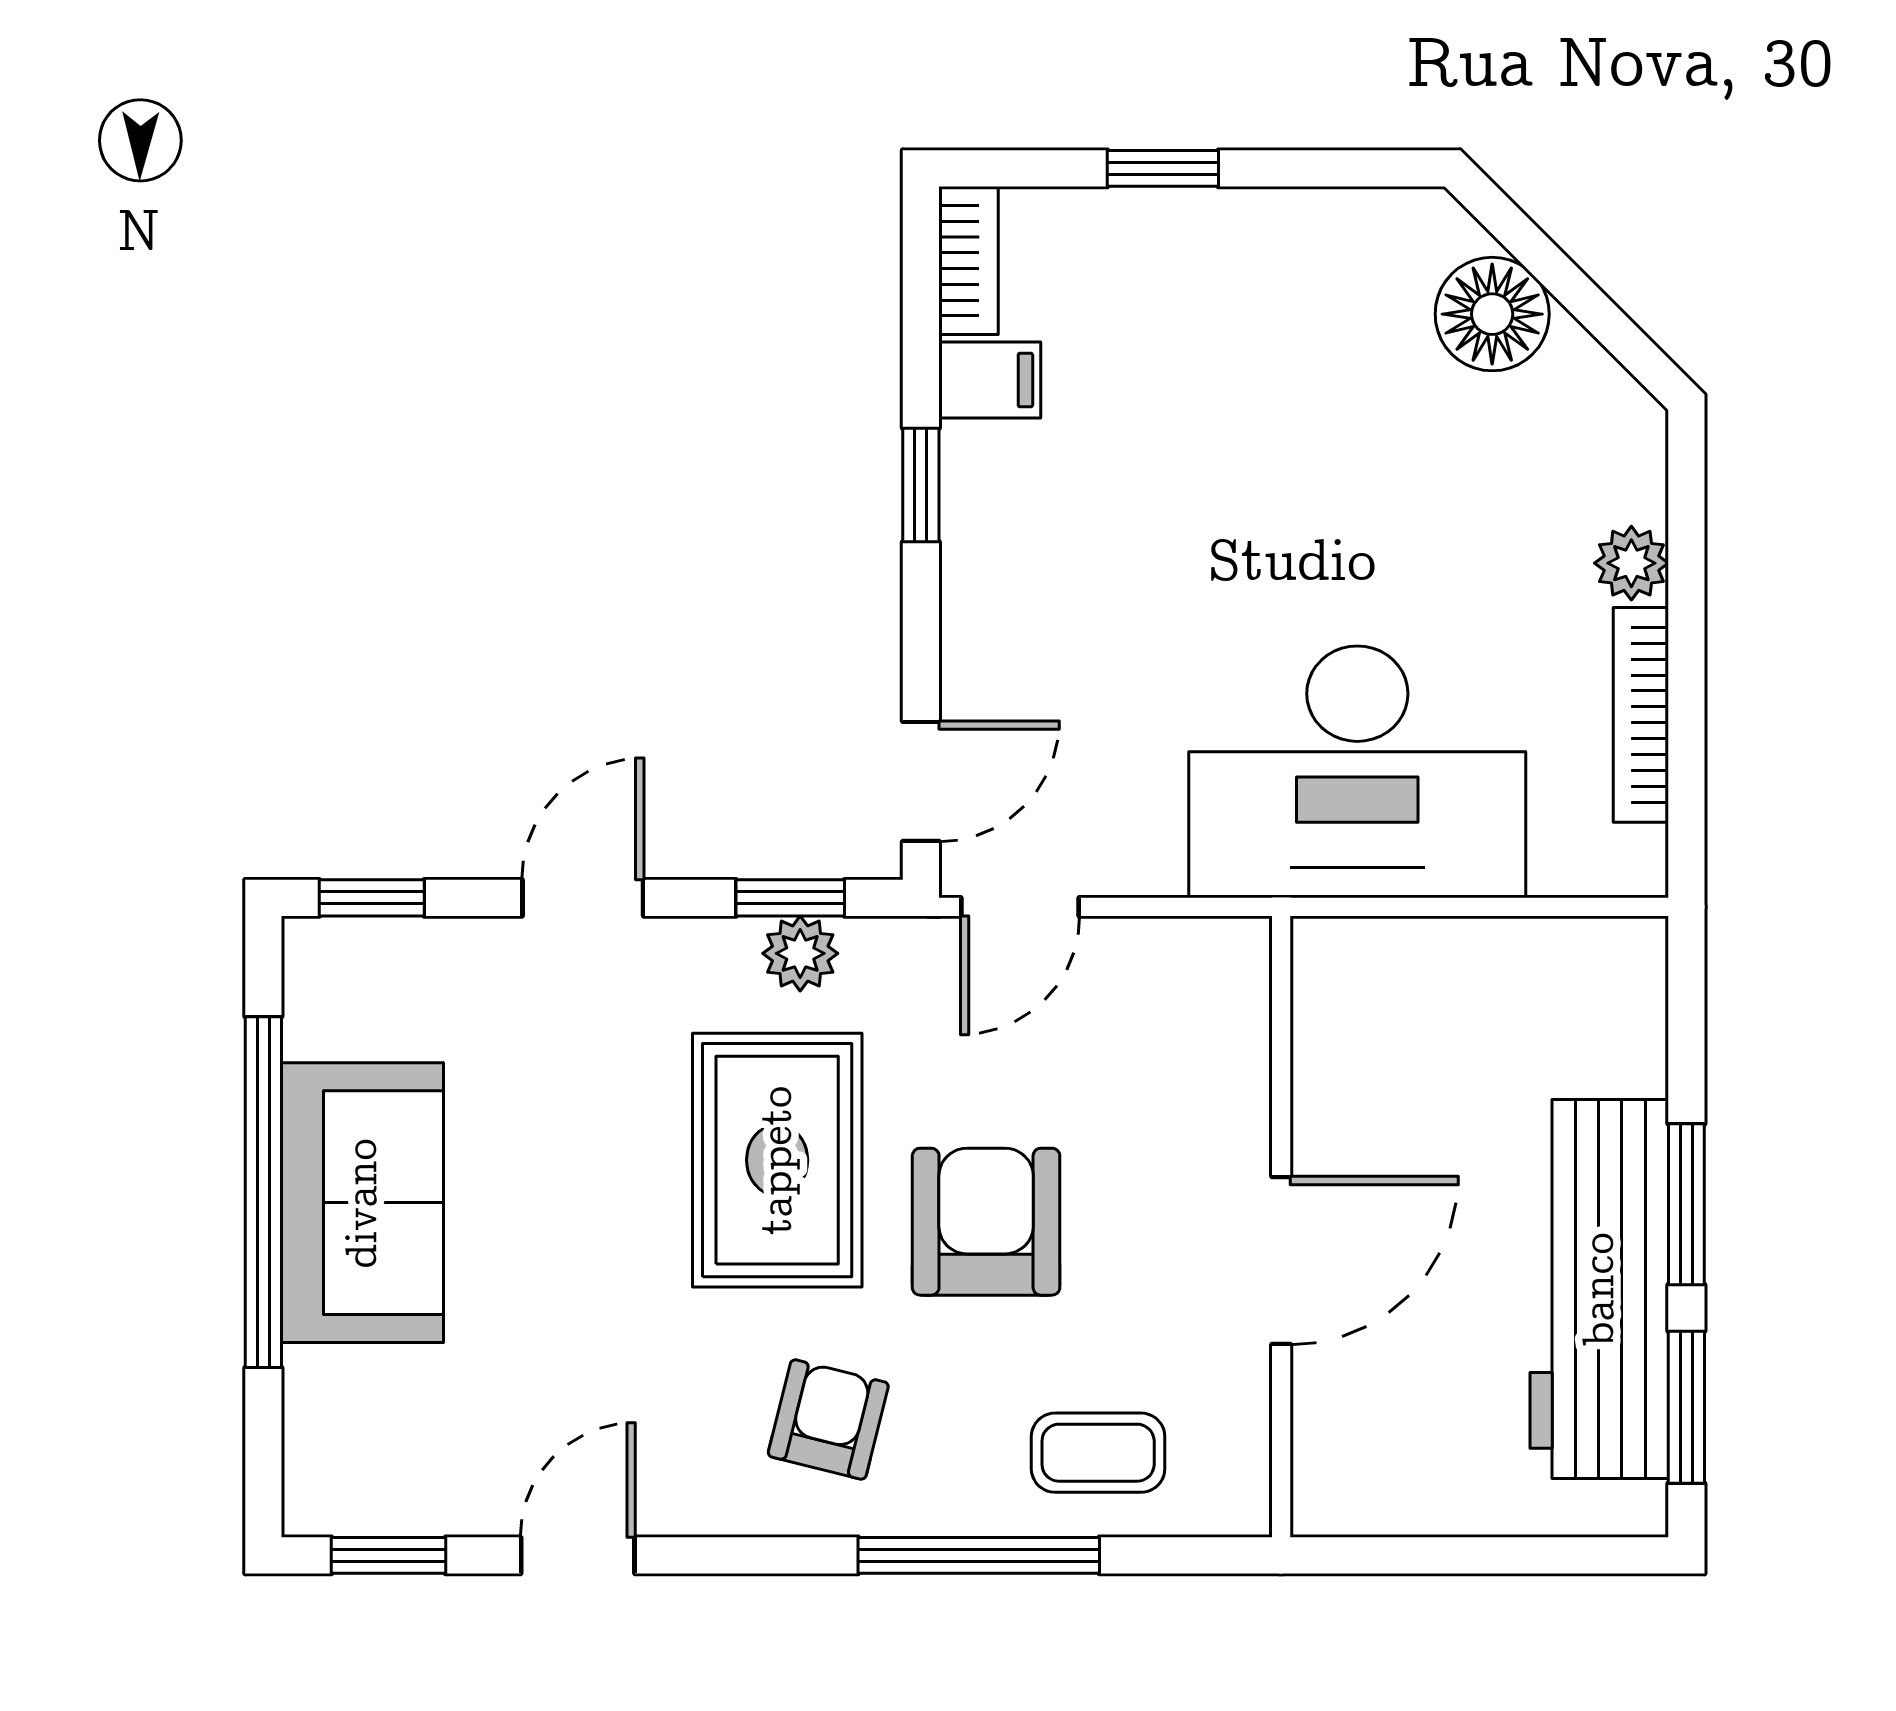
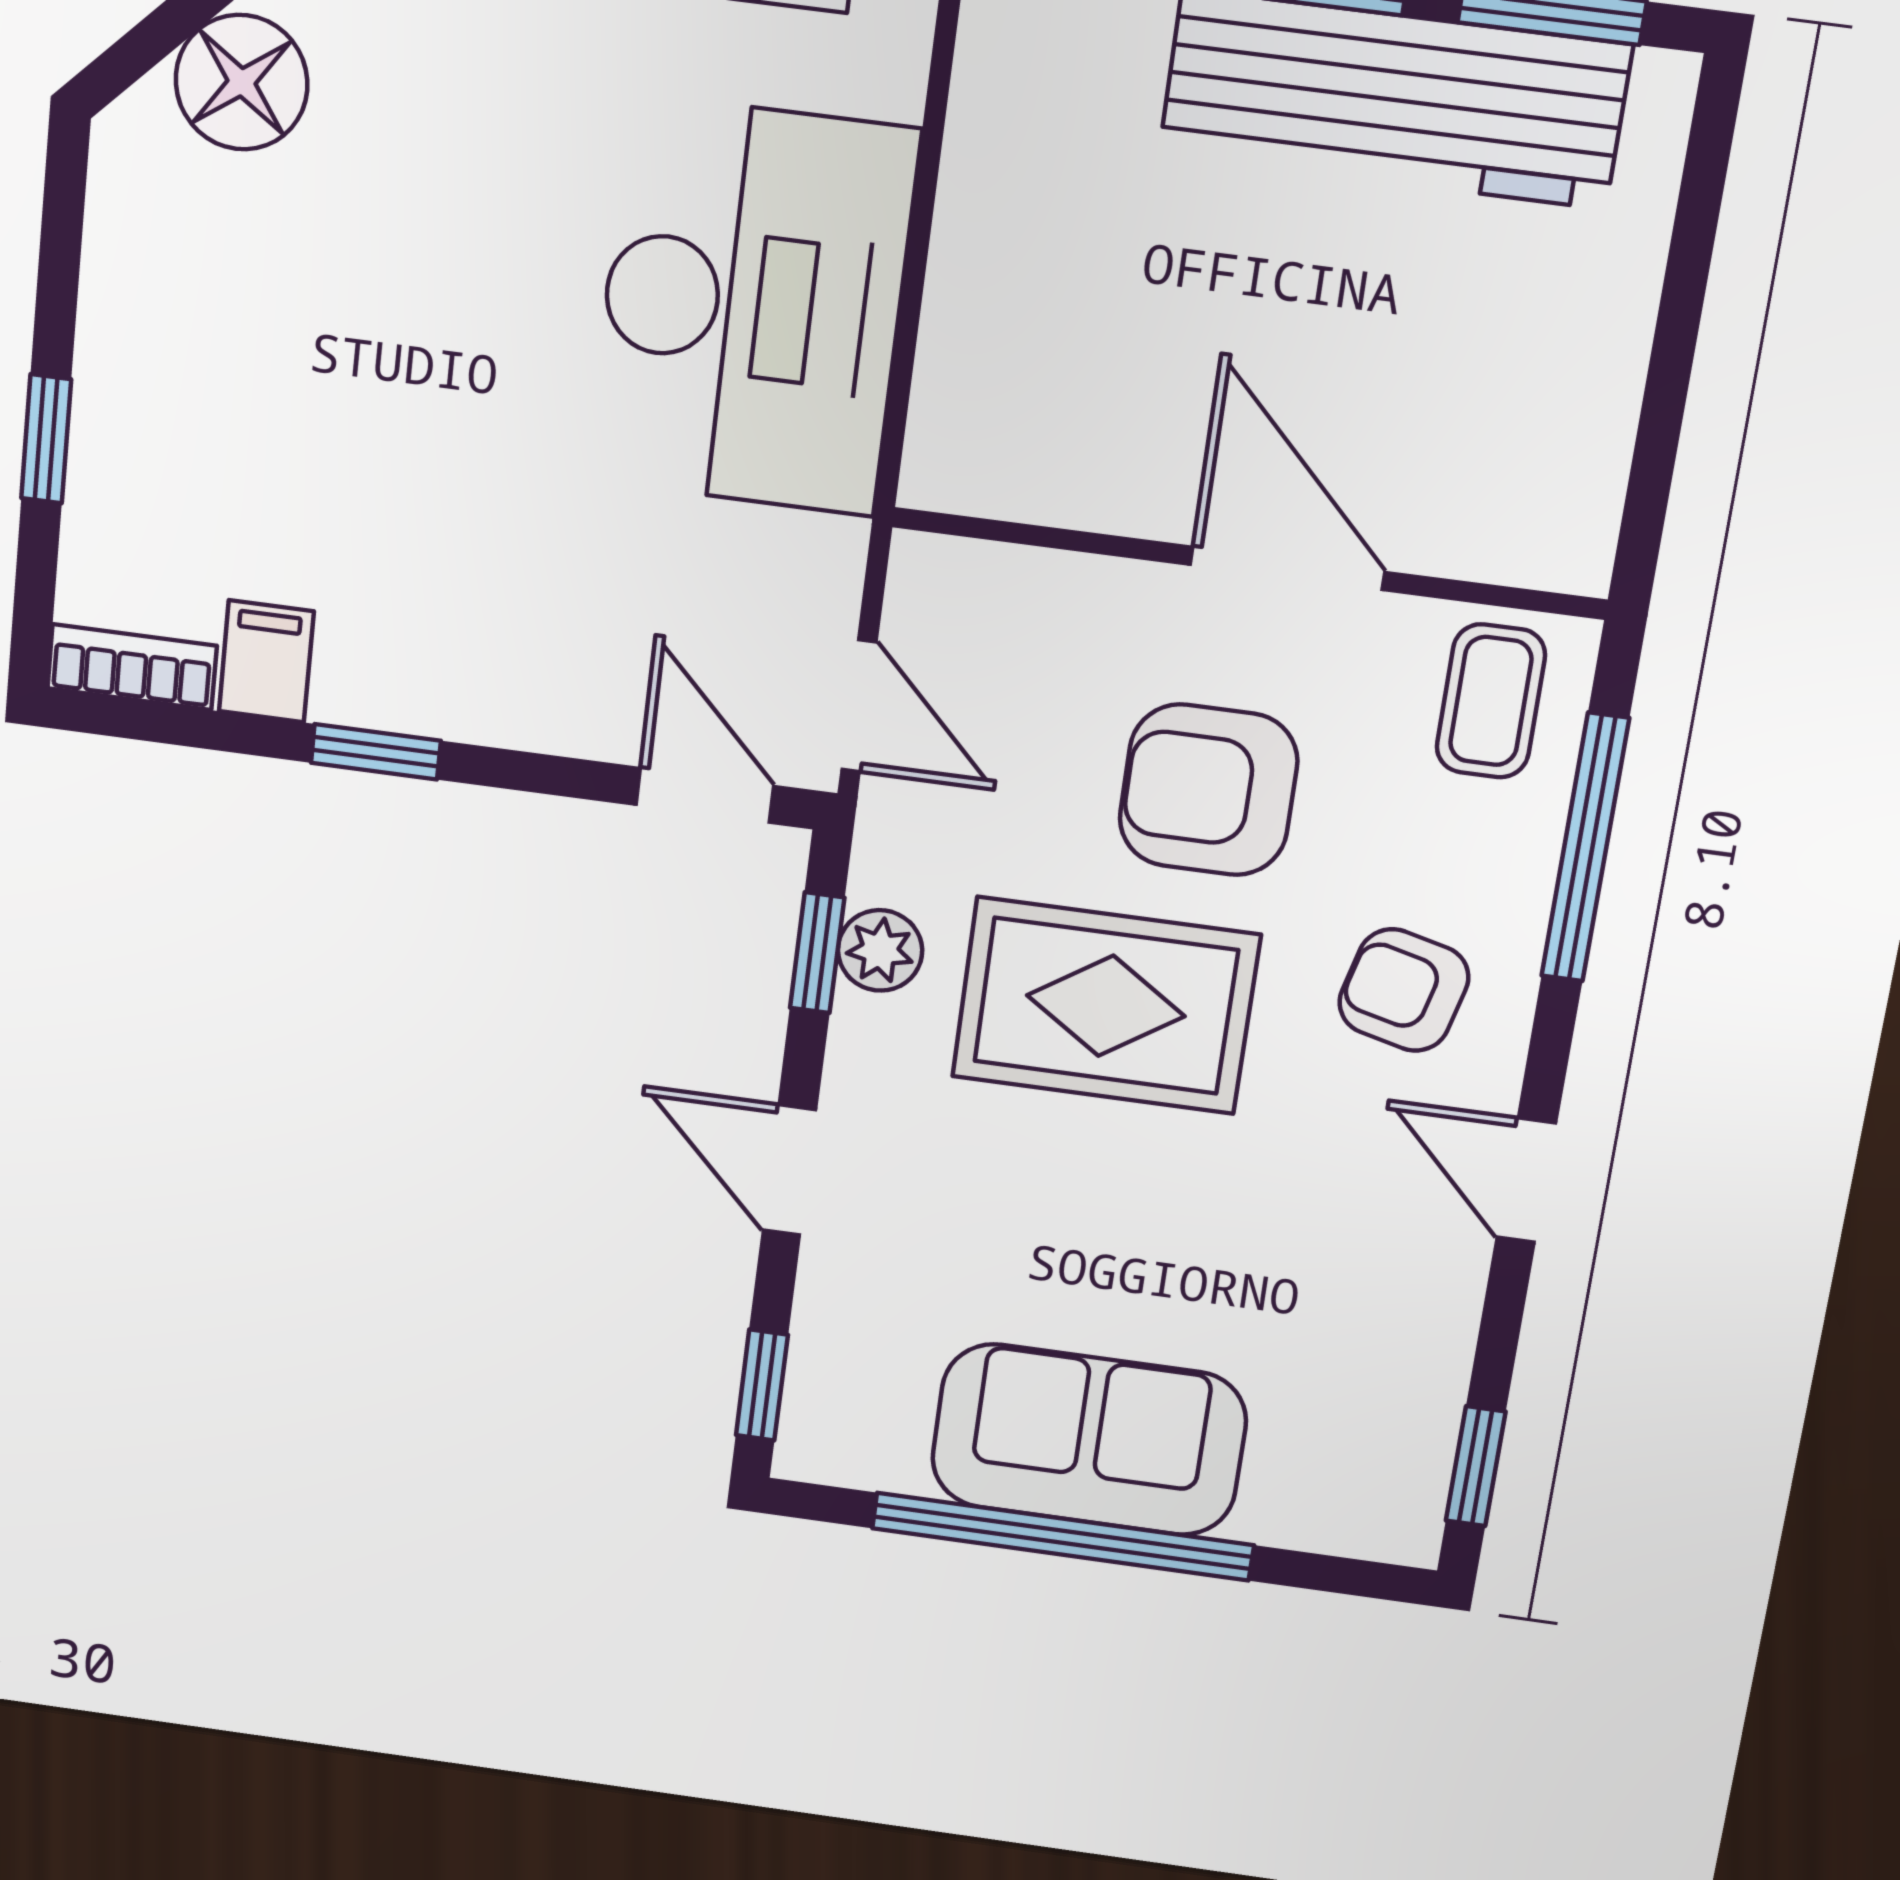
wall: (1281, 1227) -> (1249, 563), moved
door: (1281, 1261) -> (1288, 568), moved
door: (578, 1555) -> (1526, 1180), moved

